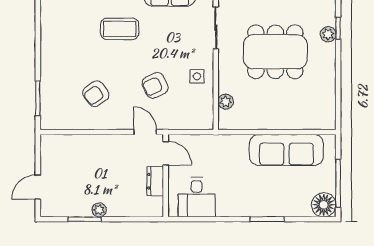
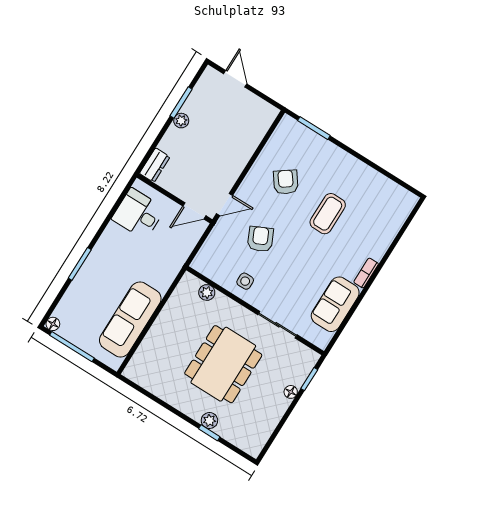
coffee table: (120, 29) -> (328, 214), moved
dresser: (155, 181) -> (155, 165), moved, turned 90
floor lamp: (324, 205) -> (53, 324), width x0.53, depth x0.53

